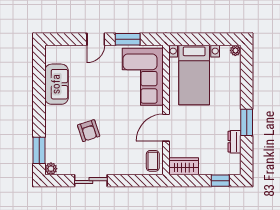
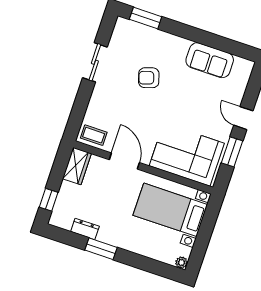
plant: (51, 169) -> (122, 24), removed

